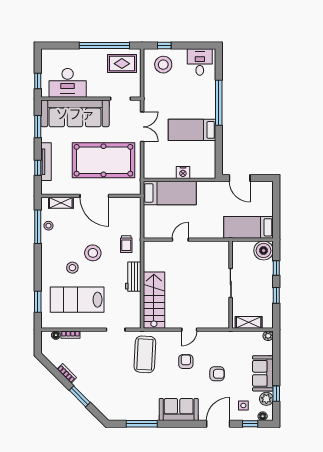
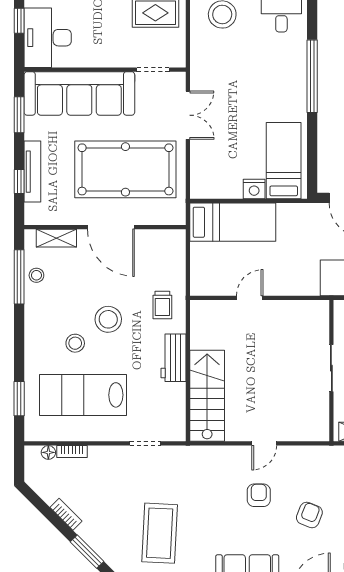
window: (38, 81) -> (19, 21), moved
desk: (68, 83) -> (48, 38), moved, turned 90
bed: (192, 130) -> (284, 161), moved, turned 90
coffee table: (145, 354) -> (160, 533), moved
armchair: (217, 374) -> (309, 515), turned -68

